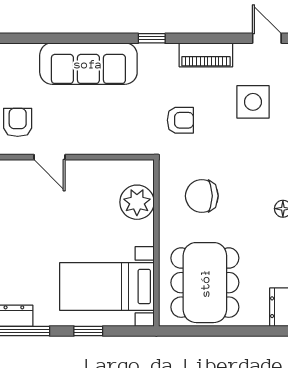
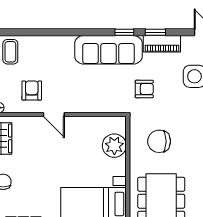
window: (196, 38) -> (155, 32), added
sofa: (88, 64) -> (108, 50), moved

